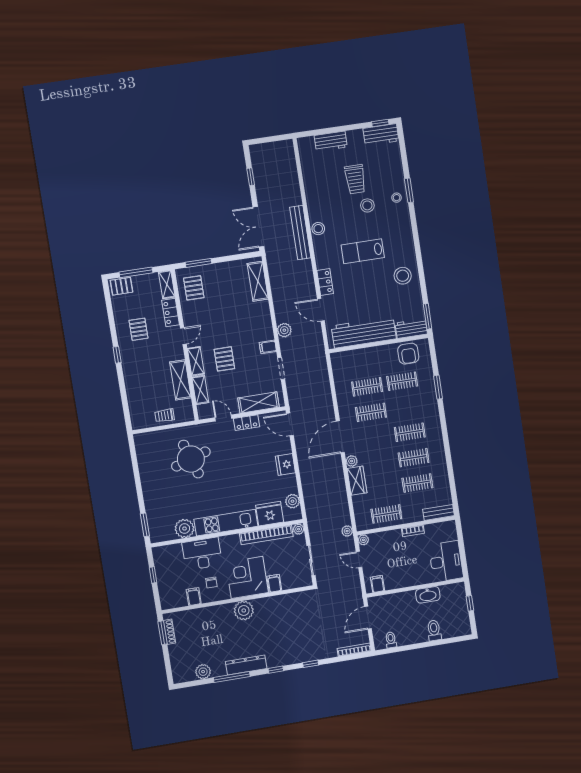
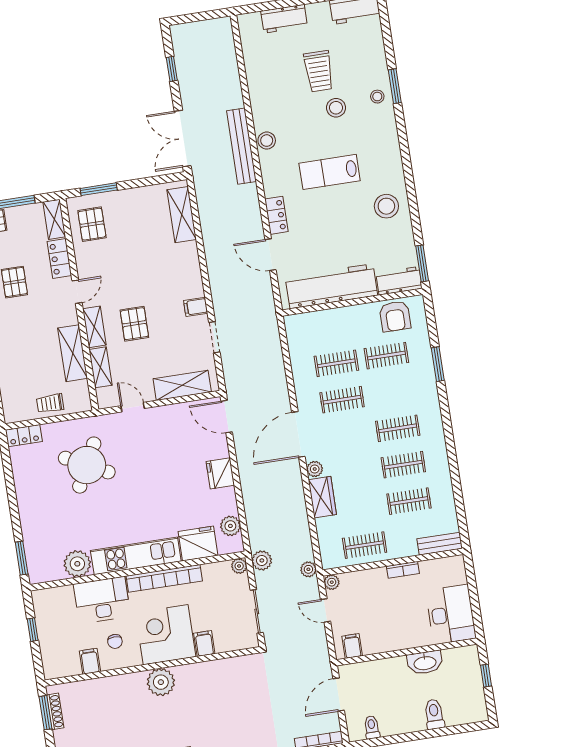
plant: (284, 330) -> (262, 560), moved
locker: (246, 423) -> (24, 436), moved
round table: (191, 459) -> (87, 465), turned 45
bookcase: (266, 535) -> (164, 578), moved

